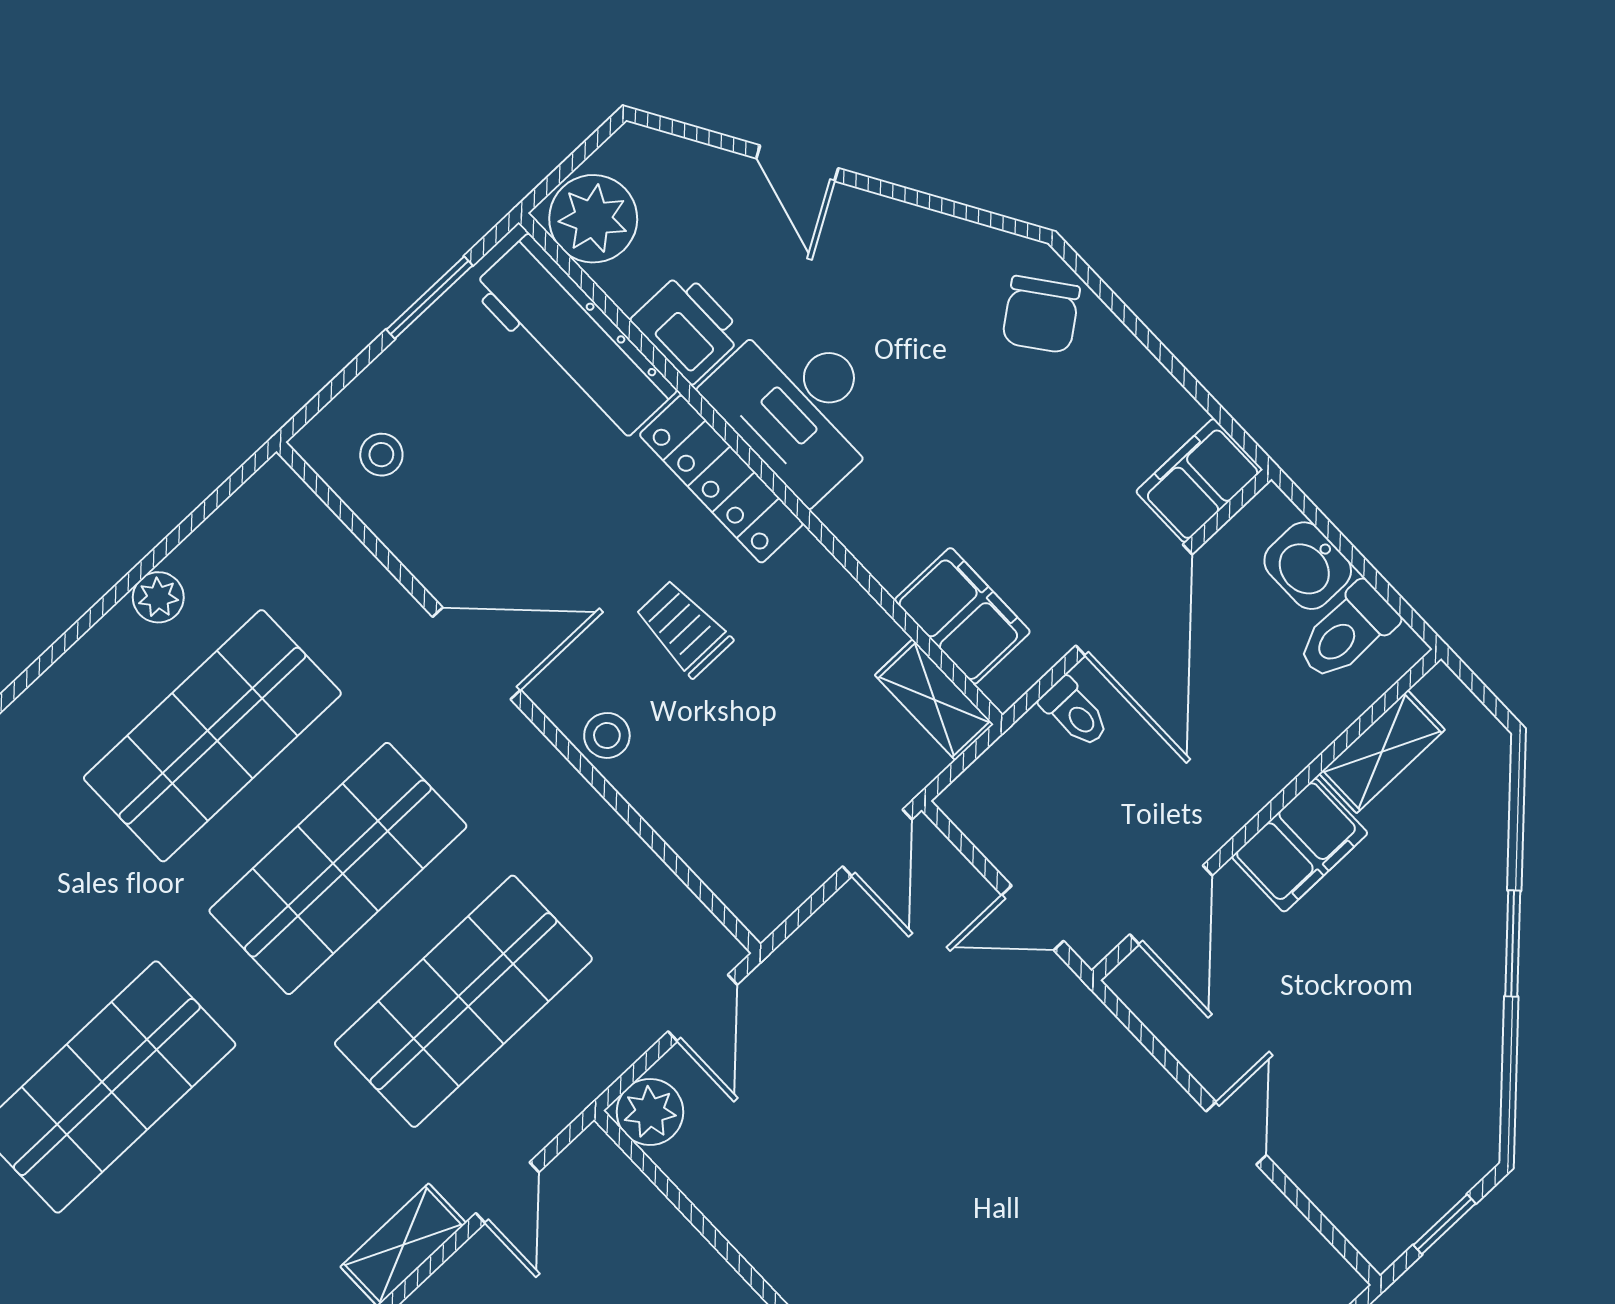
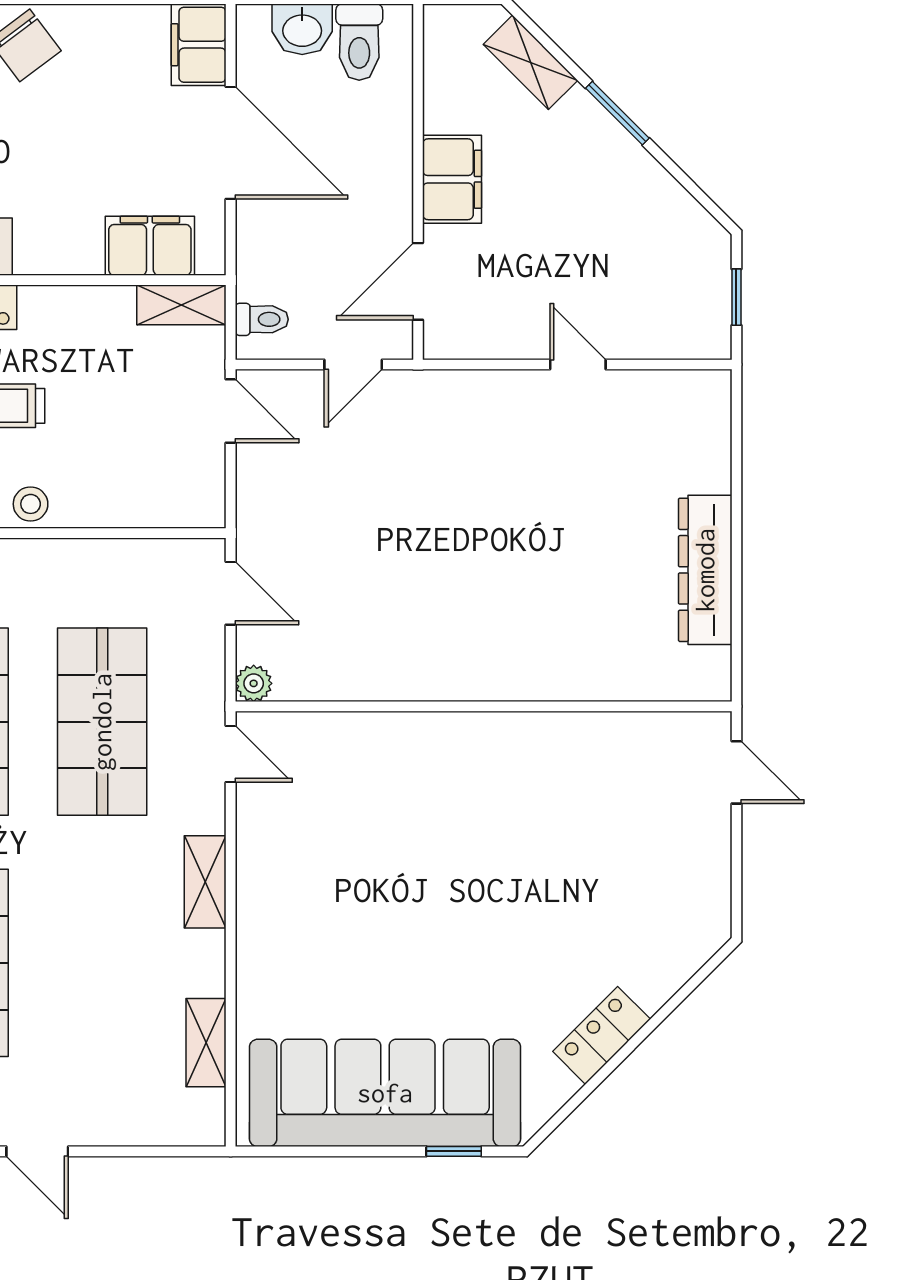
toilet: (1075, 713) -> (262, 319), moved
shelving: (1382, 752) -> (530, 62), moved, turned -45
door: (1171, 905) -> (418, 281), swing flipped
plant: (650, 1112) -> (254, 683), width x0.73, depth x0.73
door: (507, 1193) -> (231, 754), moved

